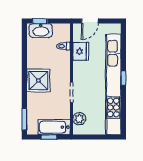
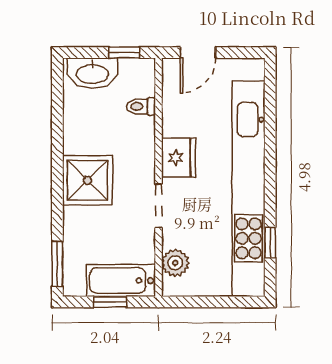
window: (40, 21) -> (124, 53), moved
fridge: (81, 51) -> (178, 158), moved
window: (123, 78) -> (270, 243), moved

